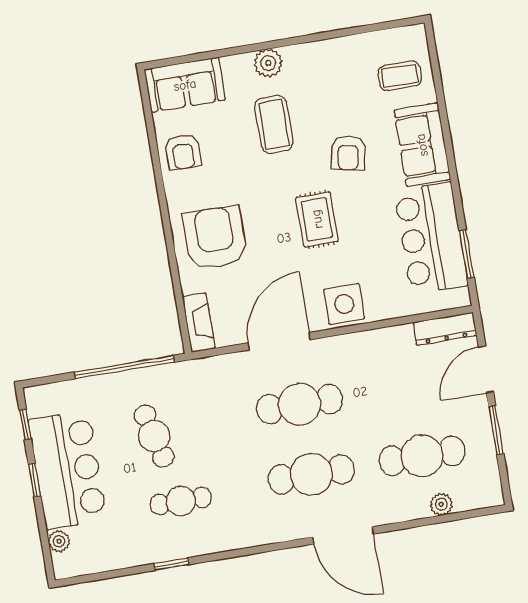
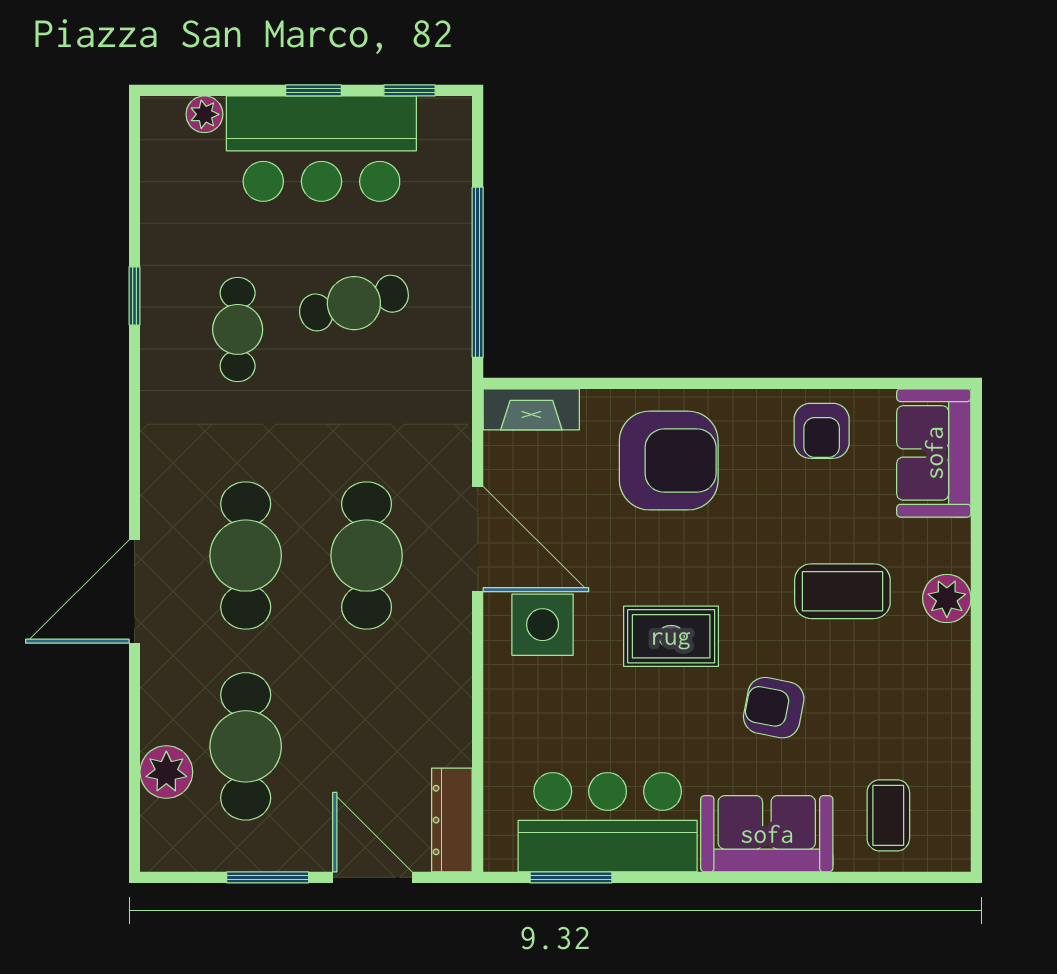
armchair: (183, 152) -> (822, 431), turned -90
side table: (344, 304) -> (543, 625), moved
plant: (441, 504) -> (166, 772), width x1.38, depth x1.38

